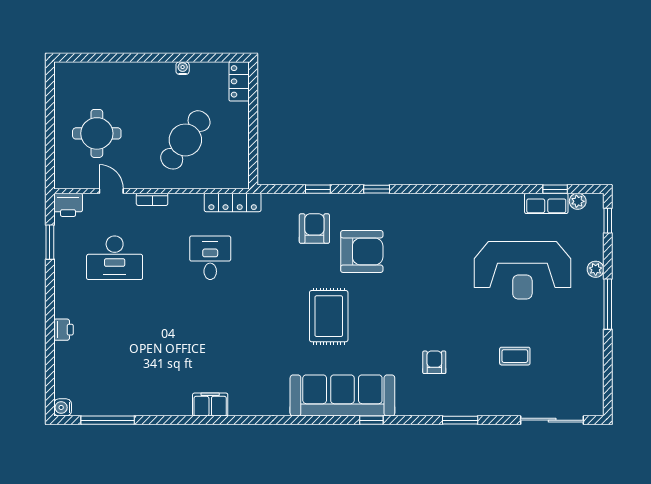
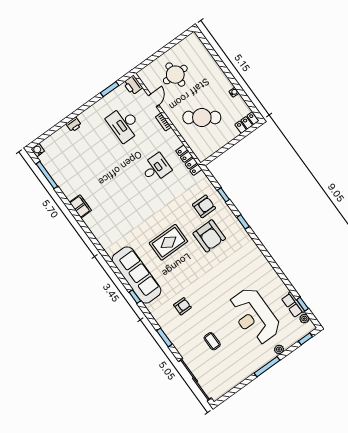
filing cabinet: (210, 405) -> (80, 206), moved
sliding door: (552, 420) -> (195, 380), width x1.36

